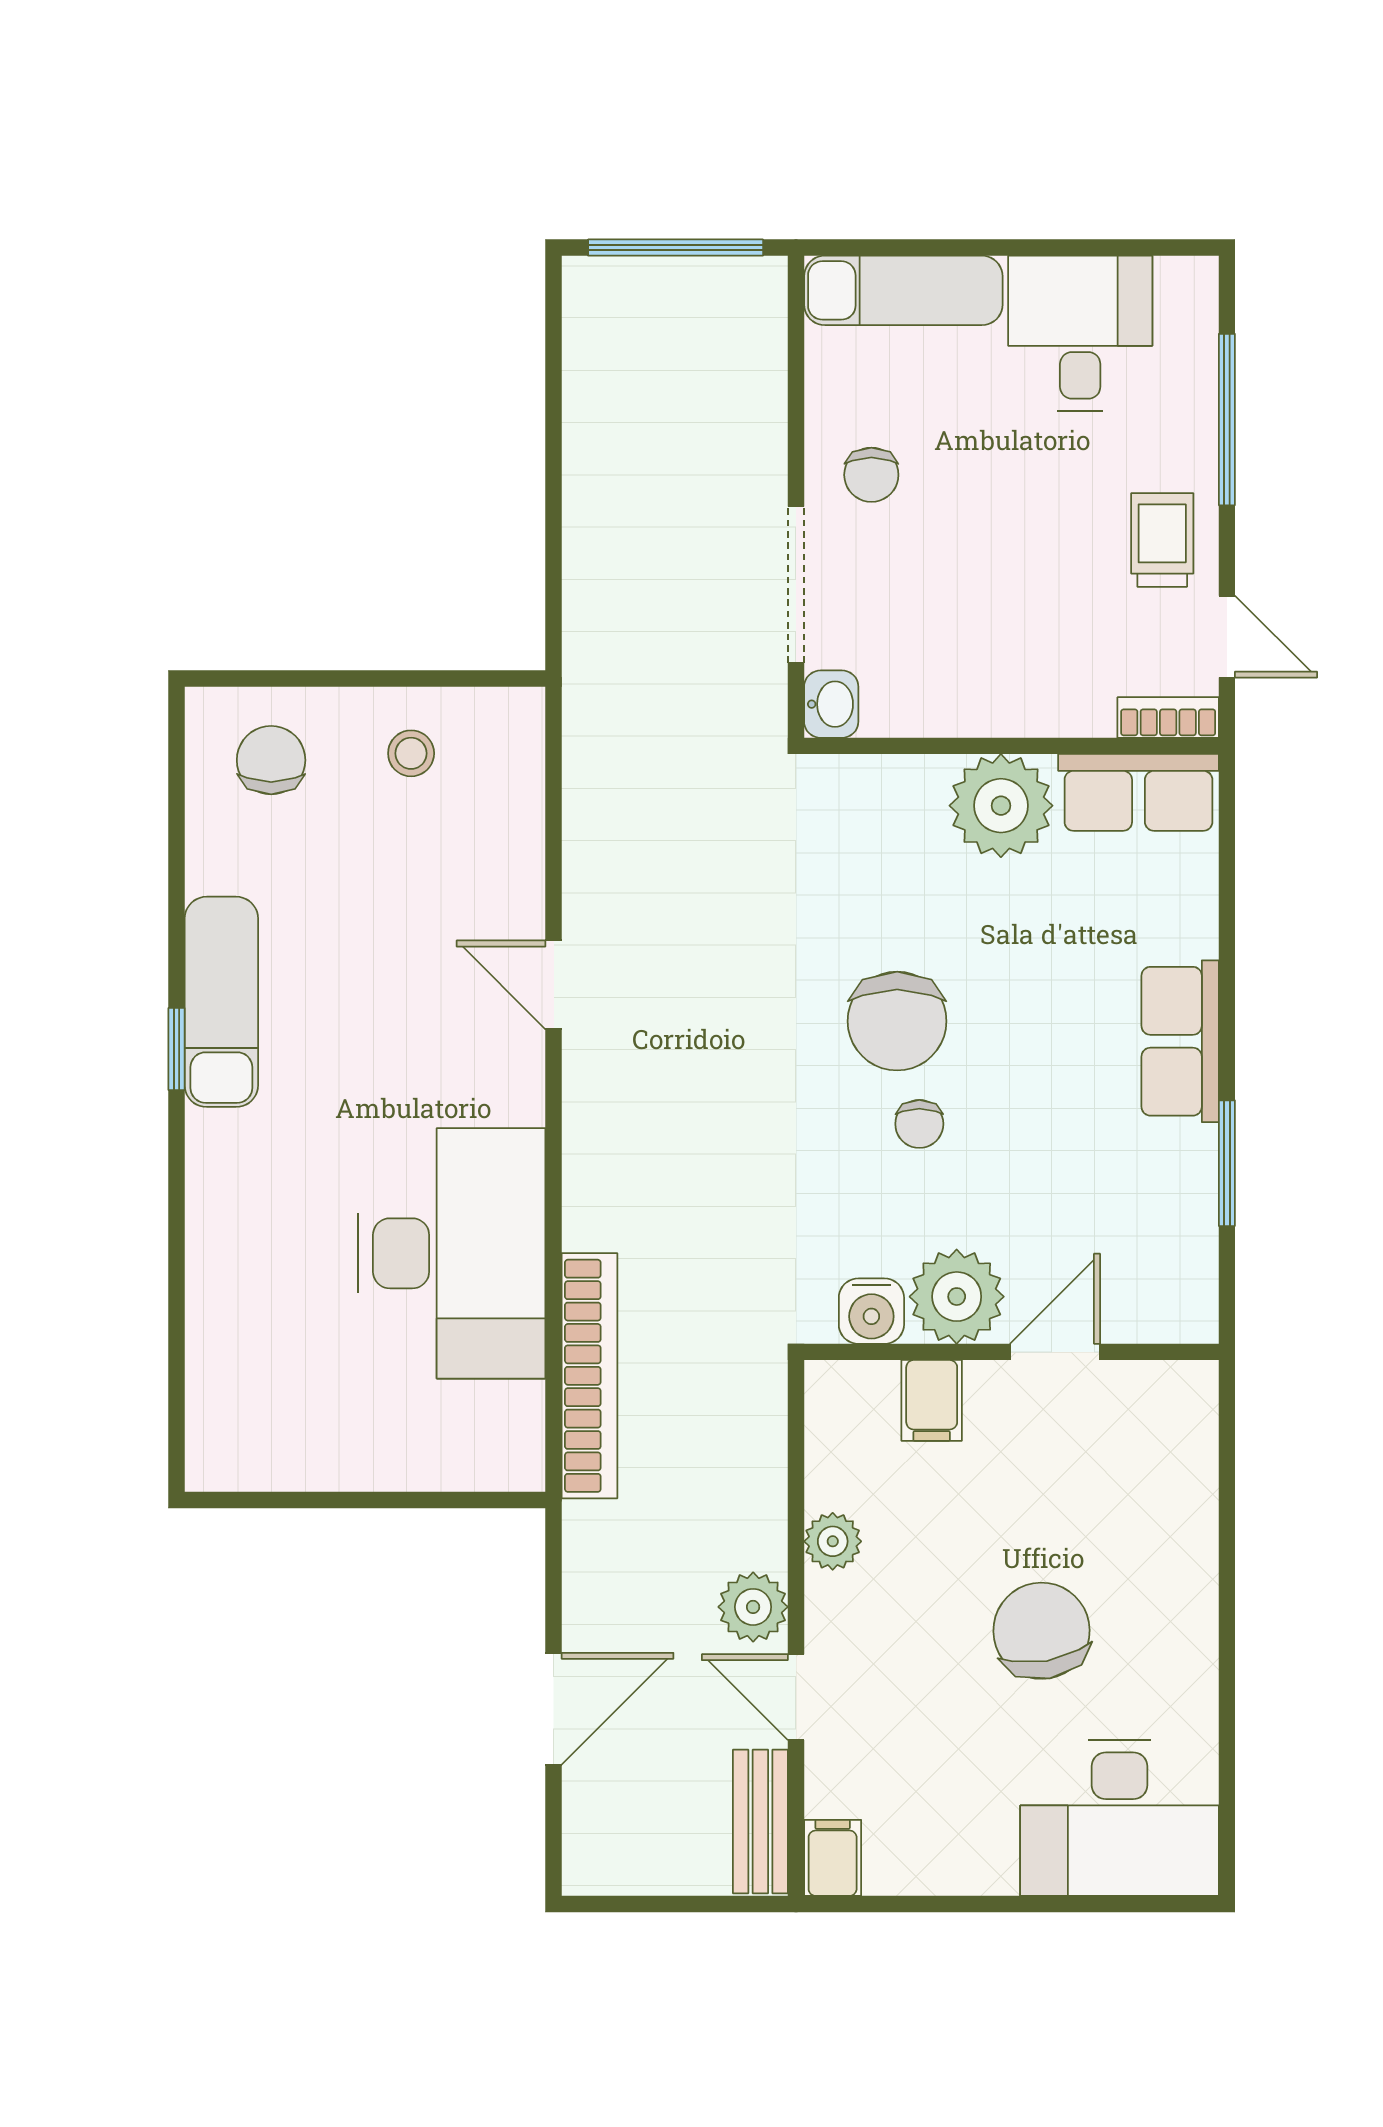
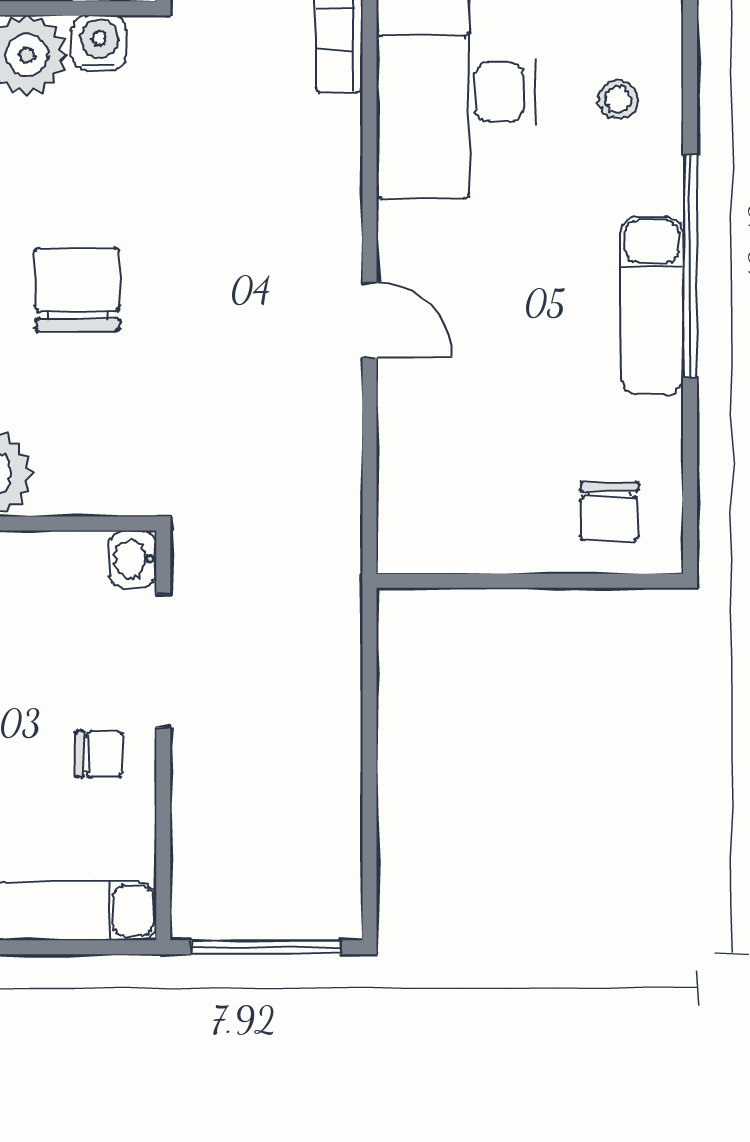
chair: (871, 475) -> (99, 754), turned 90
stool: (411, 753) -> (618, 100), moved
window: (176, 1049) -> (690, 266), width x3.17
chair: (919, 1124) -> (58, 202), removed

